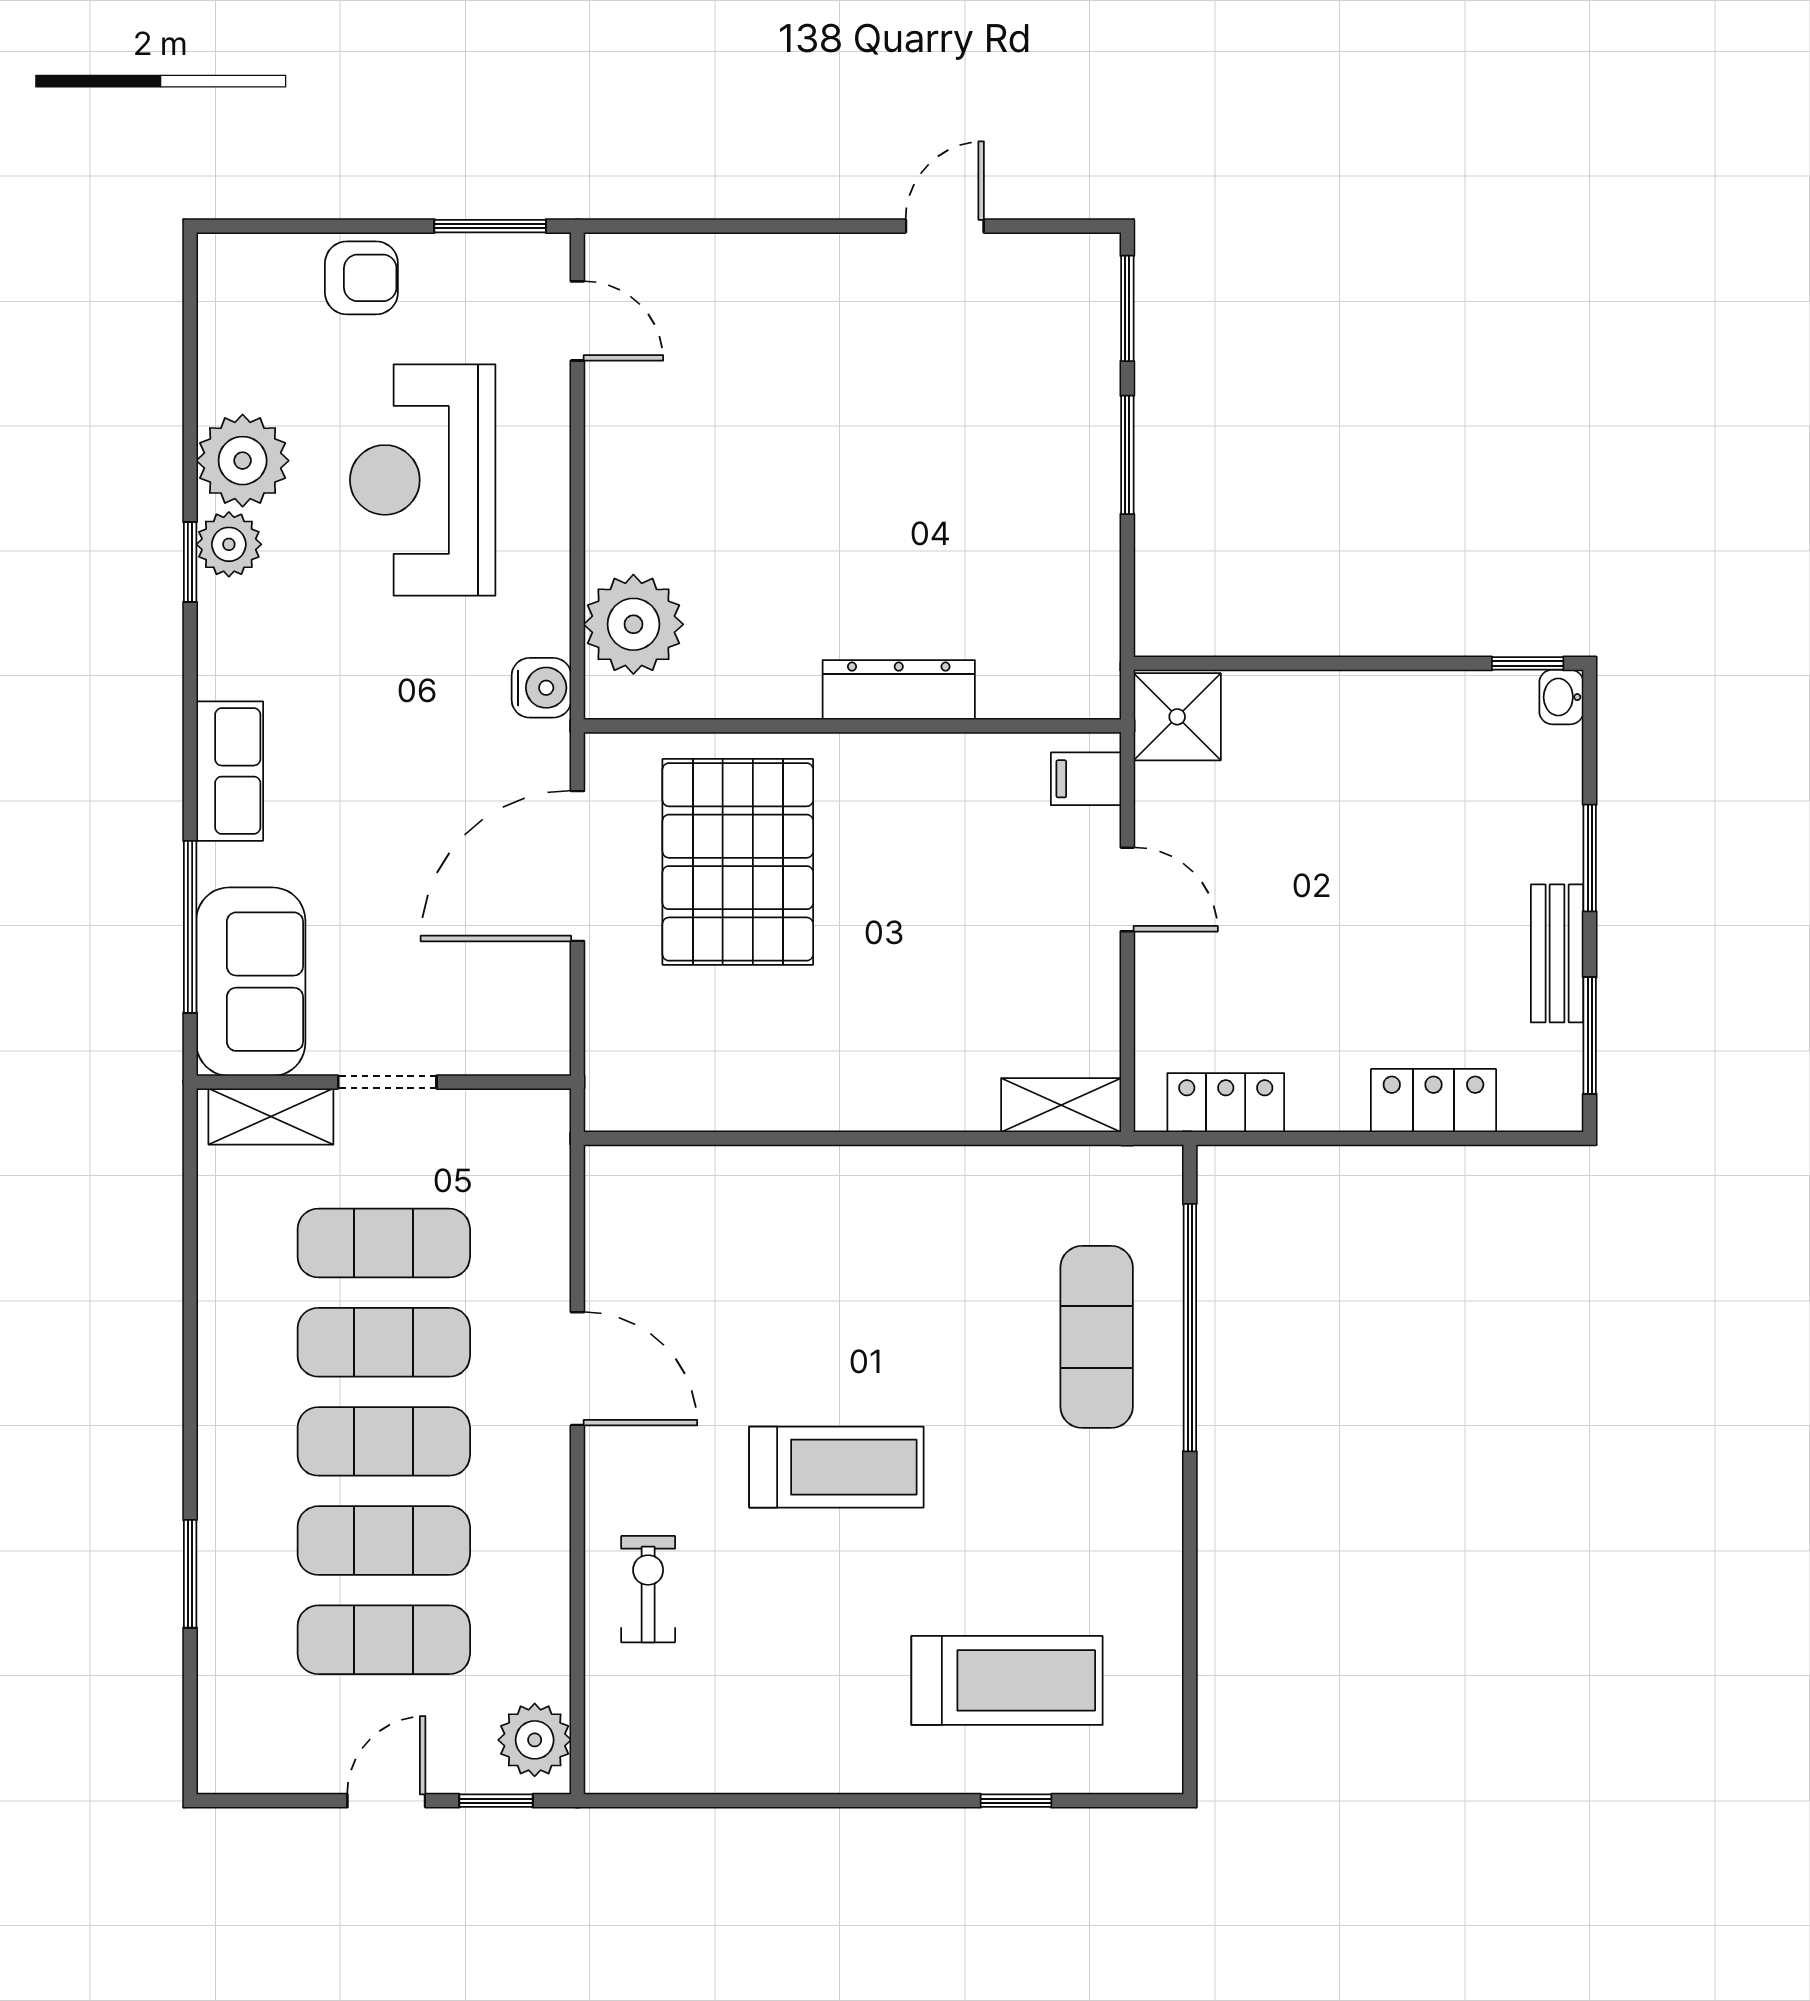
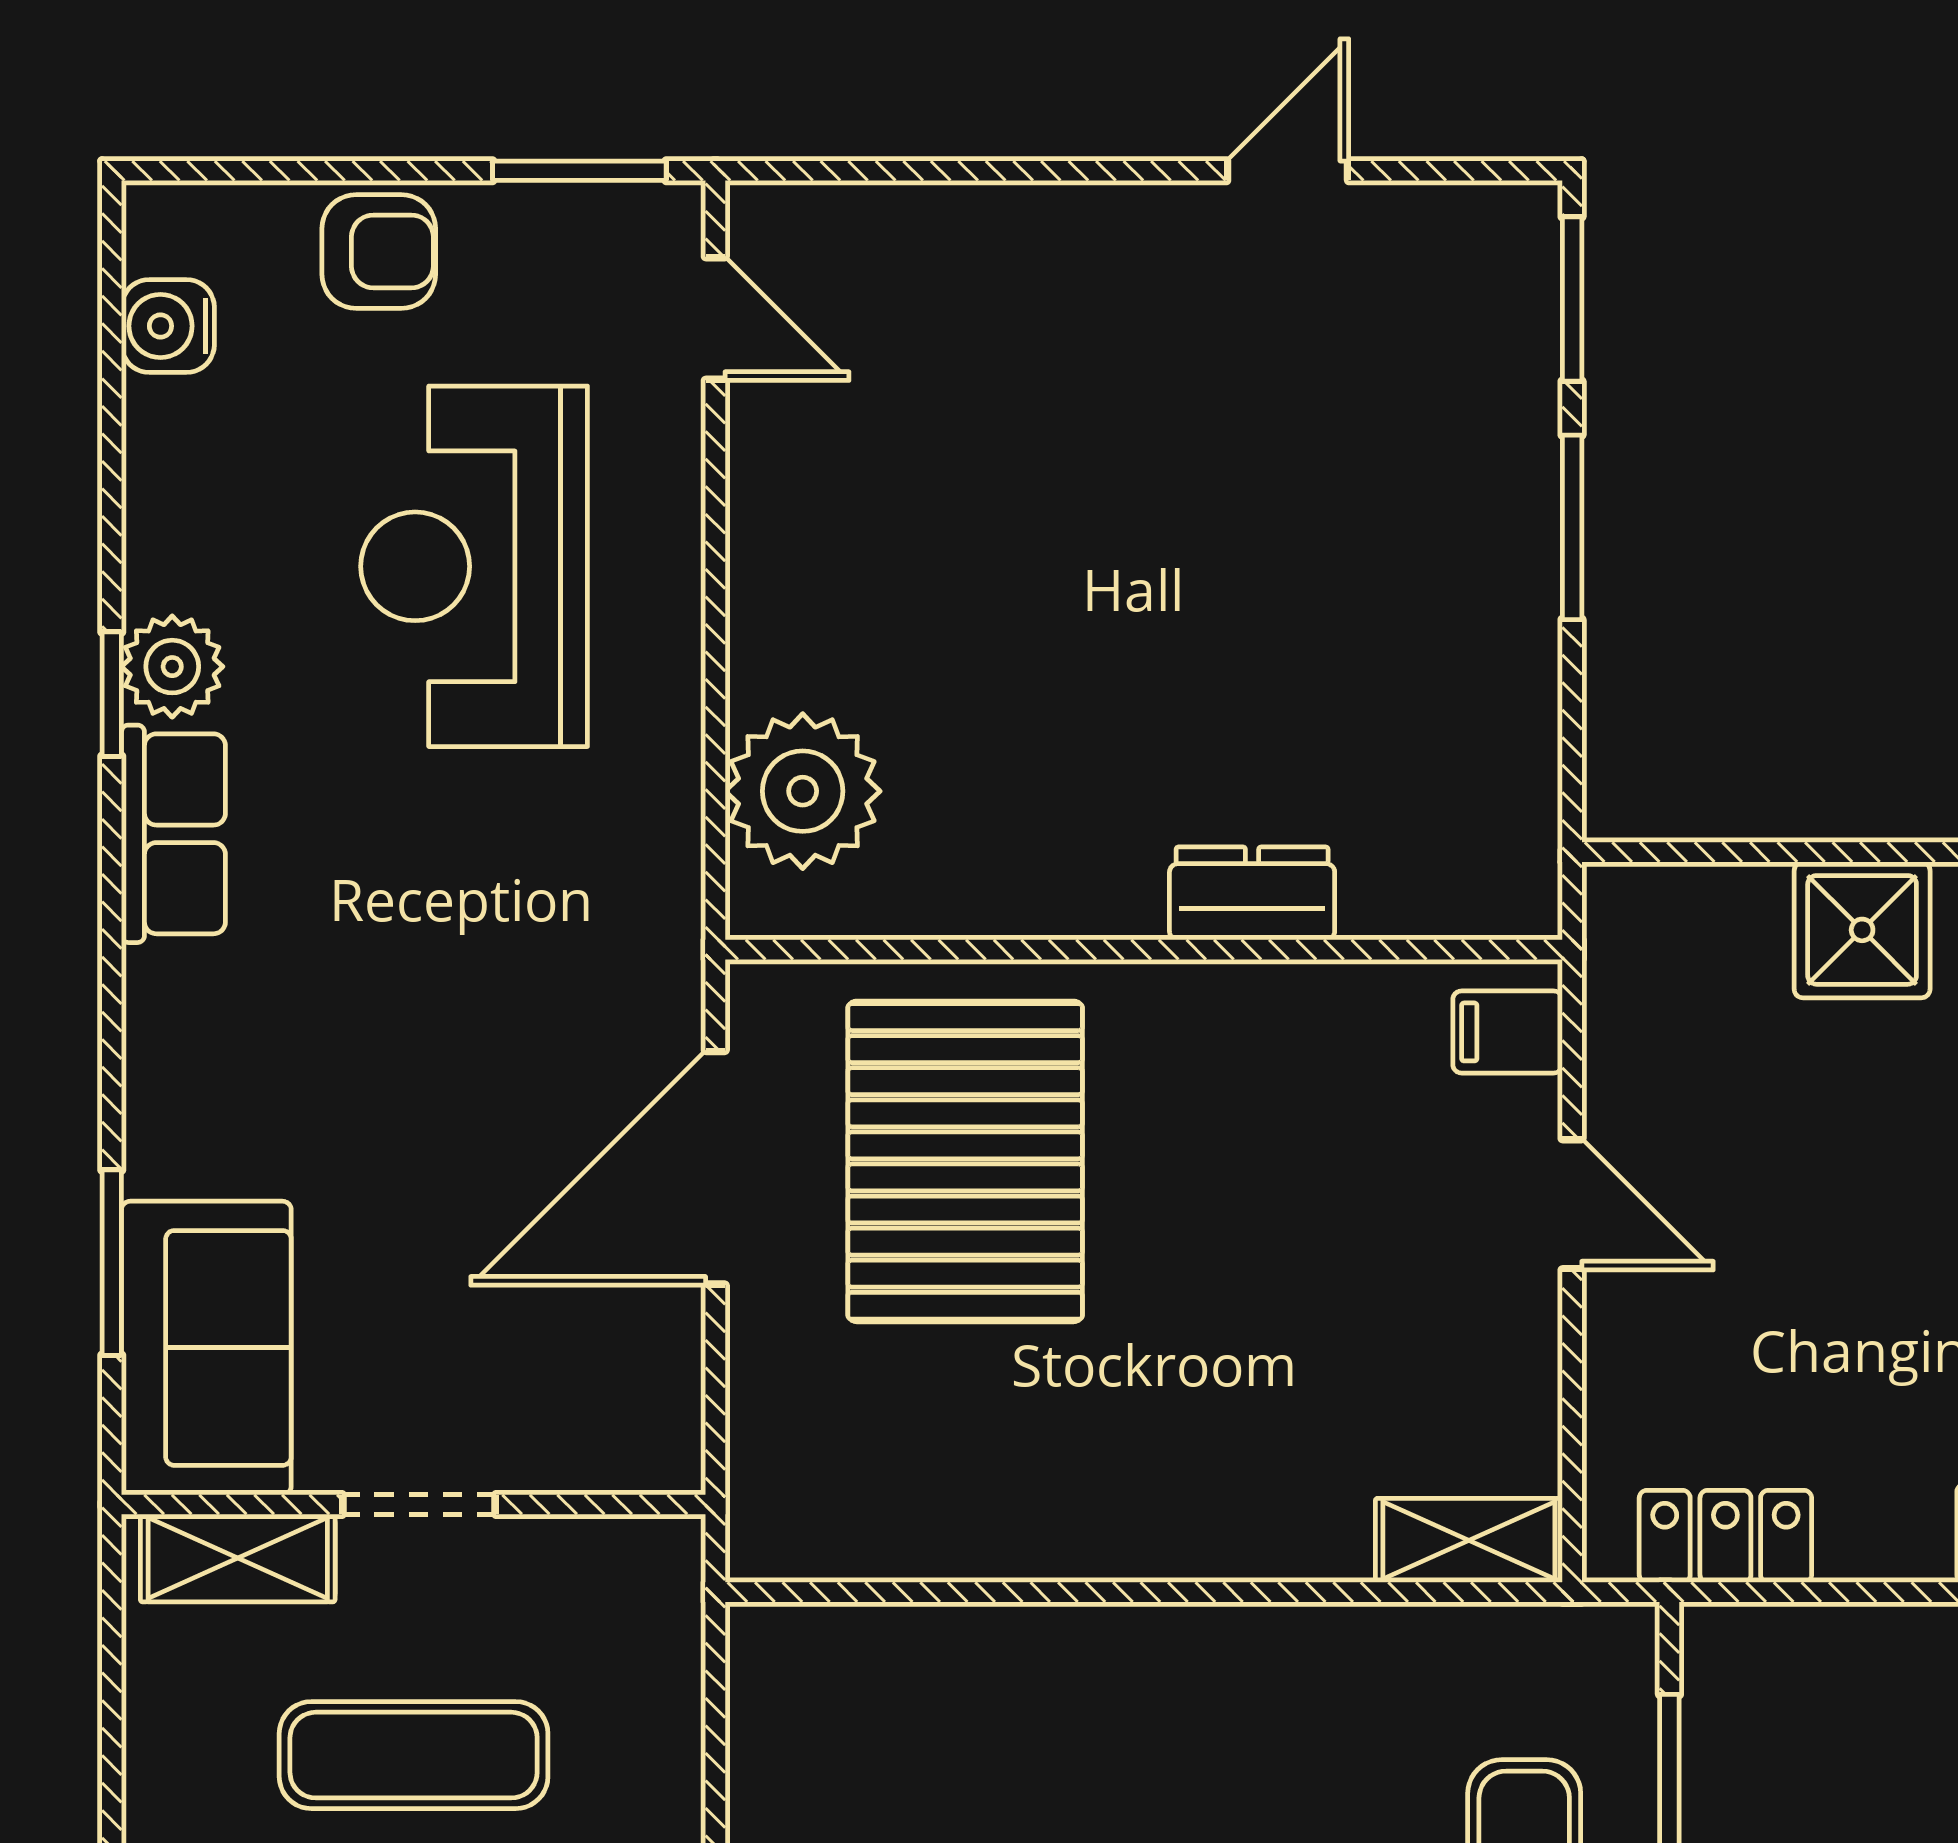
plant: (243, 461) -> (194, 536), removed
water cooler: (541, 688) -> (168, 326), moved, turned 180
dresser: (899, 690) -> (1252, 893), width x0.70
shower: (1177, 717) -> (1862, 930), moved
row of seats: (230, 771) -> (173, 834), moved
window: (190, 927) -> (112, 1263), width x0.69

